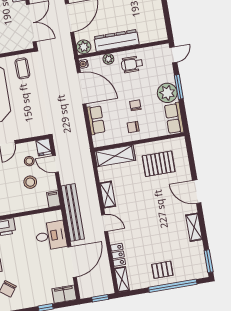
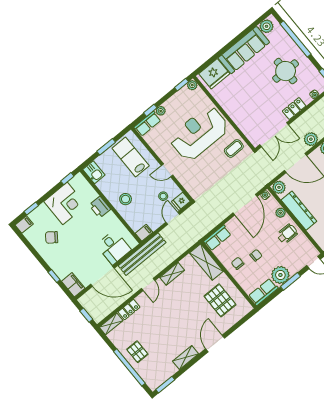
wheelchair: (132, 64) -> (287, 234), turned 90
row of seats: (96, 120) -> (217, 238), moved
stool: (30, 182) -> (126, 199), moved

